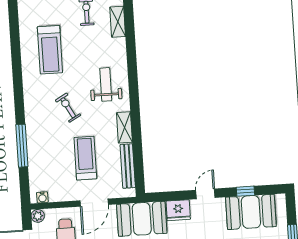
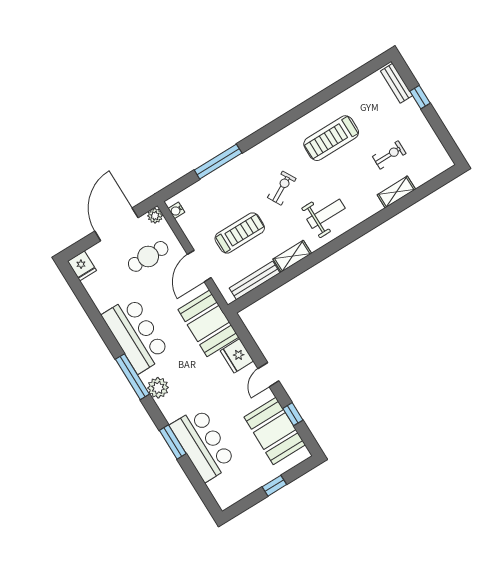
door: (205, 194) -> (268, 375), swing flipped
door: (94, 203) -> (199, 266), hinge flipped

